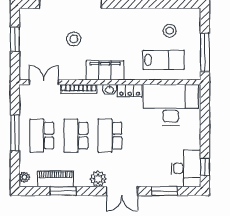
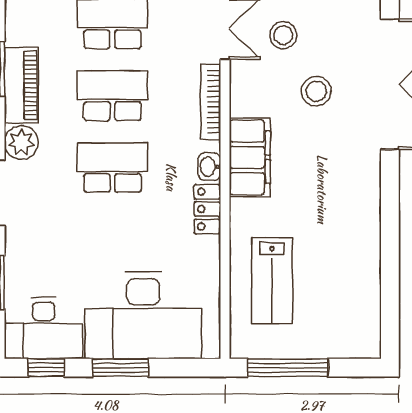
stool: (170, 31) -> (283, 35), moved
desk: (171, 105) -> (143, 315), moved, turned 90
window: (205, 132) -> (121, 368), added
piano: (56, 179) -> (21, 85), moved

